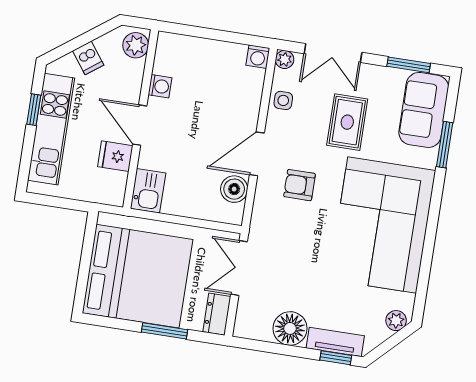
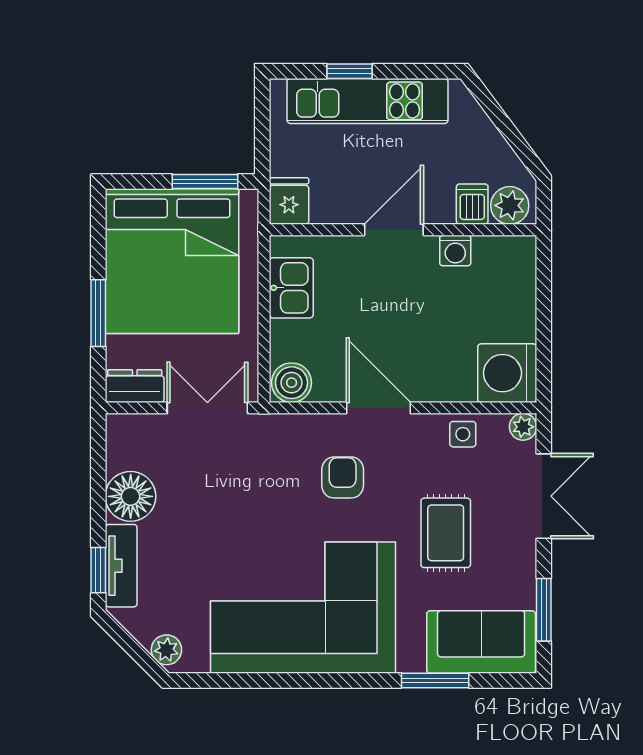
double door: (333, 53) -> (544, 496), swing flipped
washing machine: (258, 57) -> (507, 373), width x1.89, depth x1.89
dishwasher: (88, 58) -> (472, 204), moved, turned 127
window: (34, 110) -> (349, 71), moved
rug: (347, 122) -> (446, 533), turned 90
fridge: (115, 156) -> (289, 201), moved
boiler: (234, 189) -> (292, 383), moved
kitchen sink: (148, 191) -> (291, 288), moved, turned -90
window: (88, 246) -> (205, 182), added

